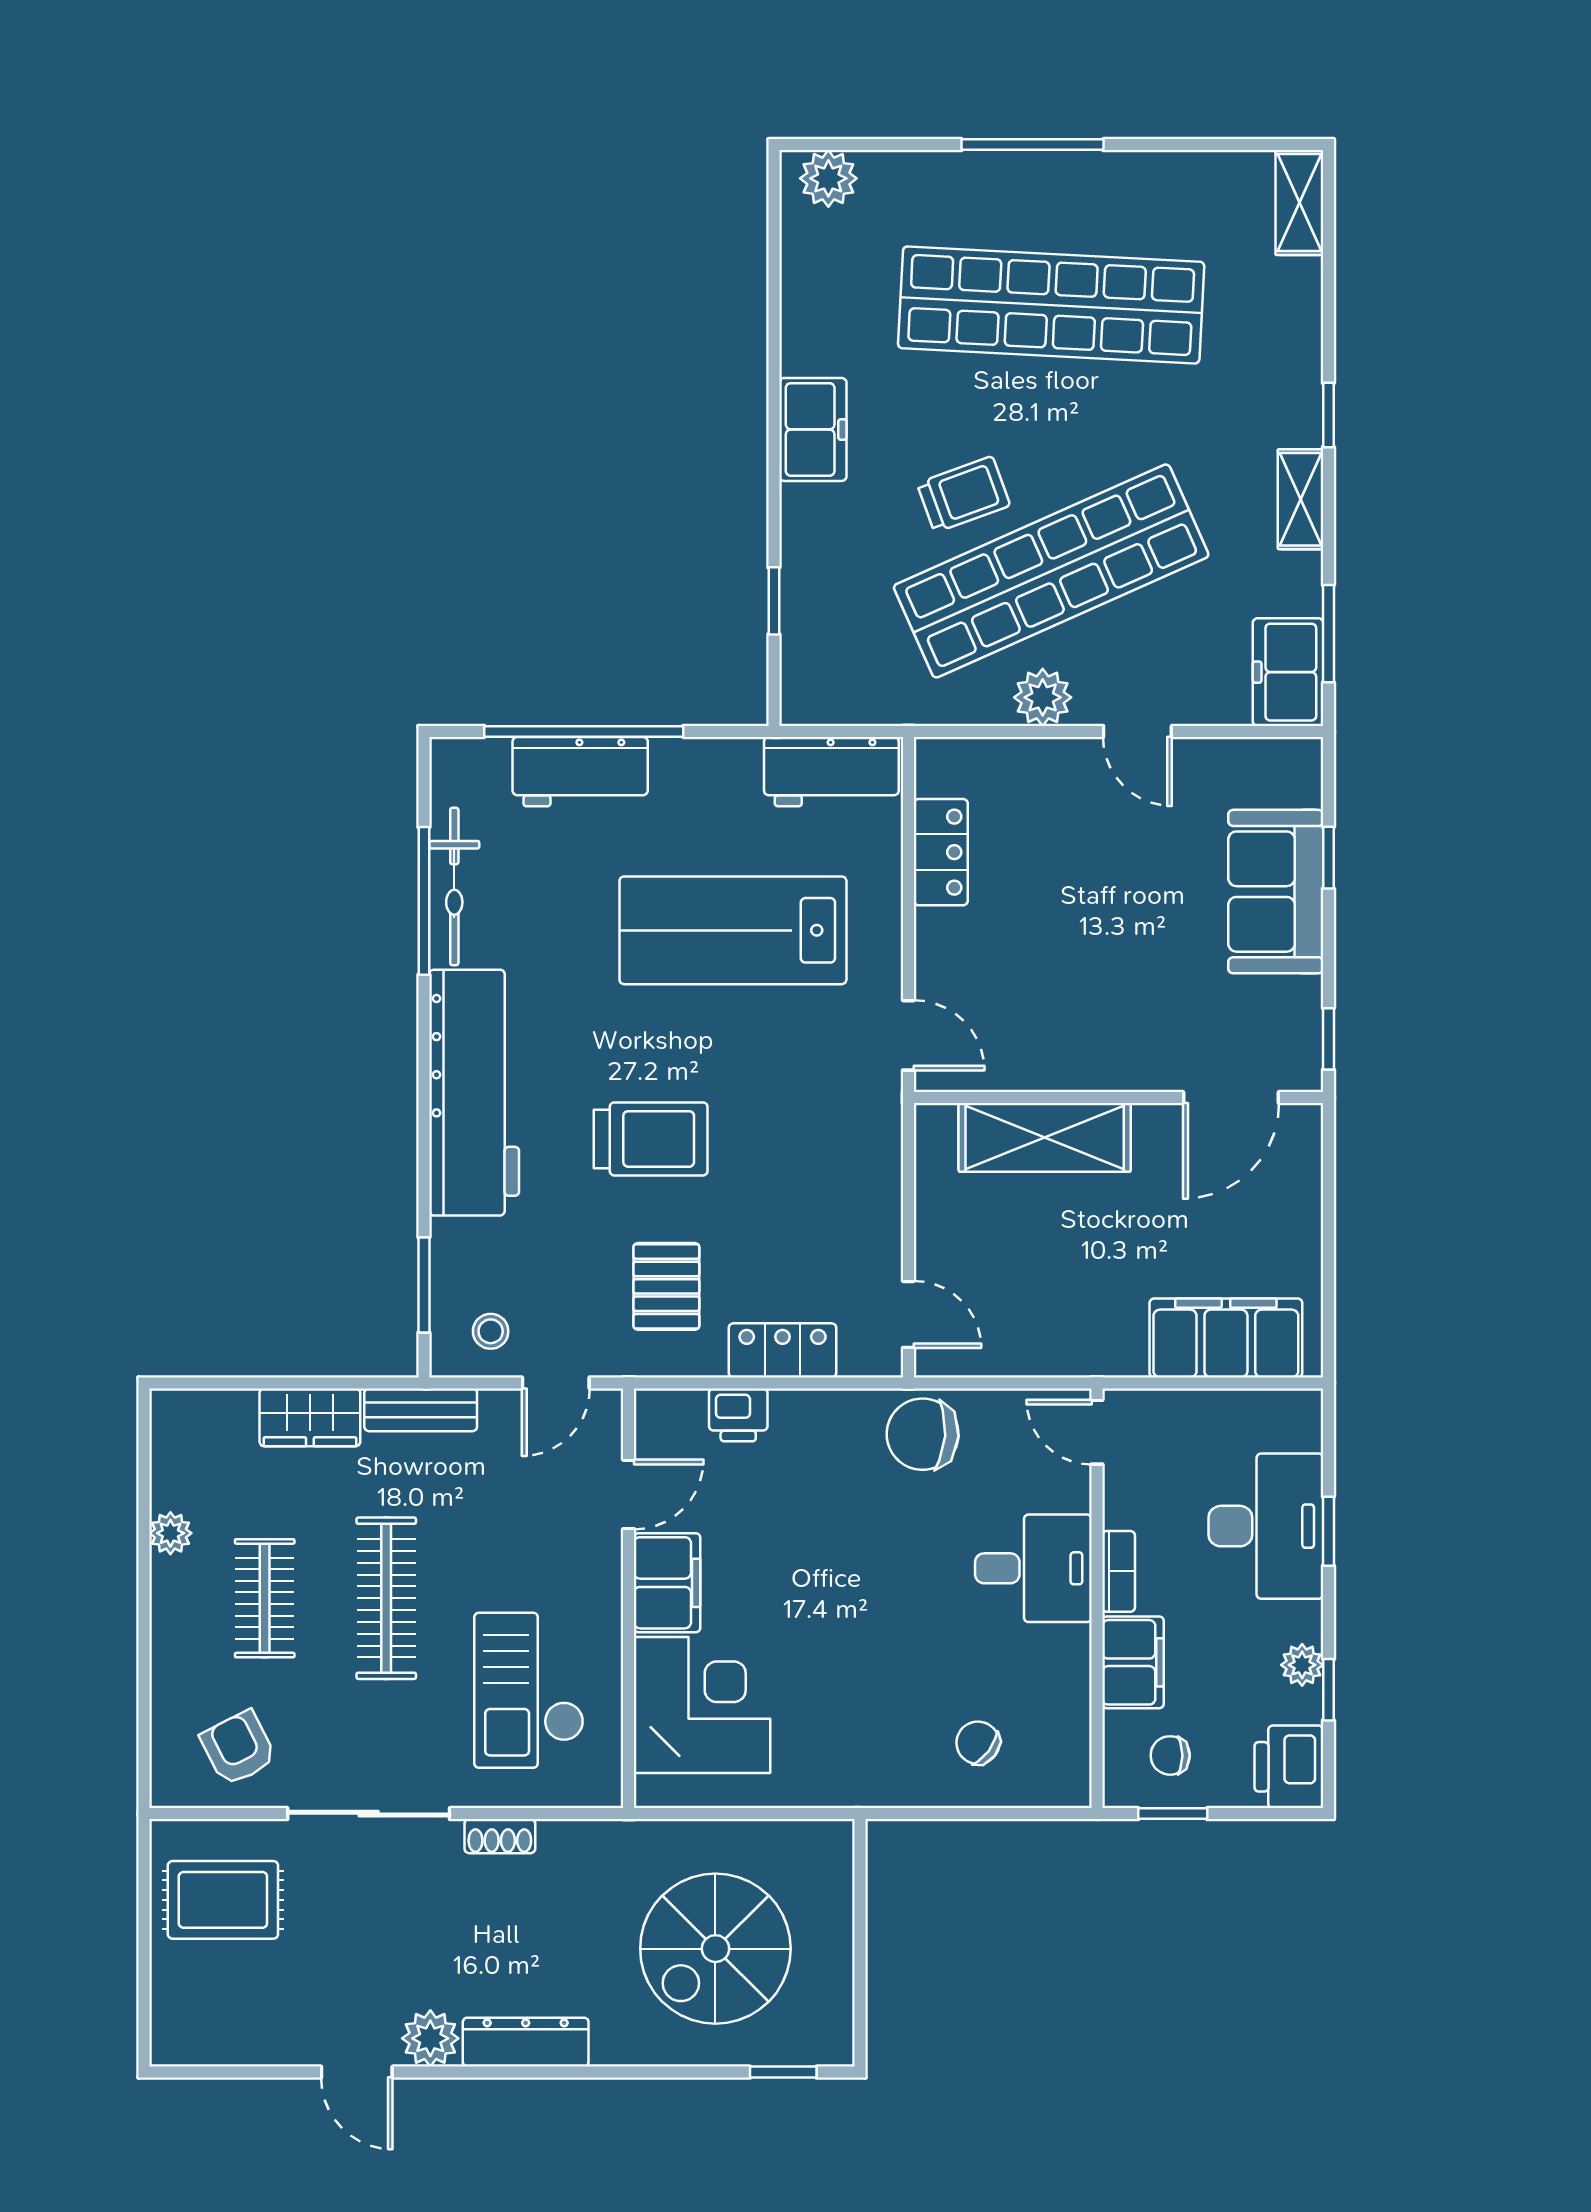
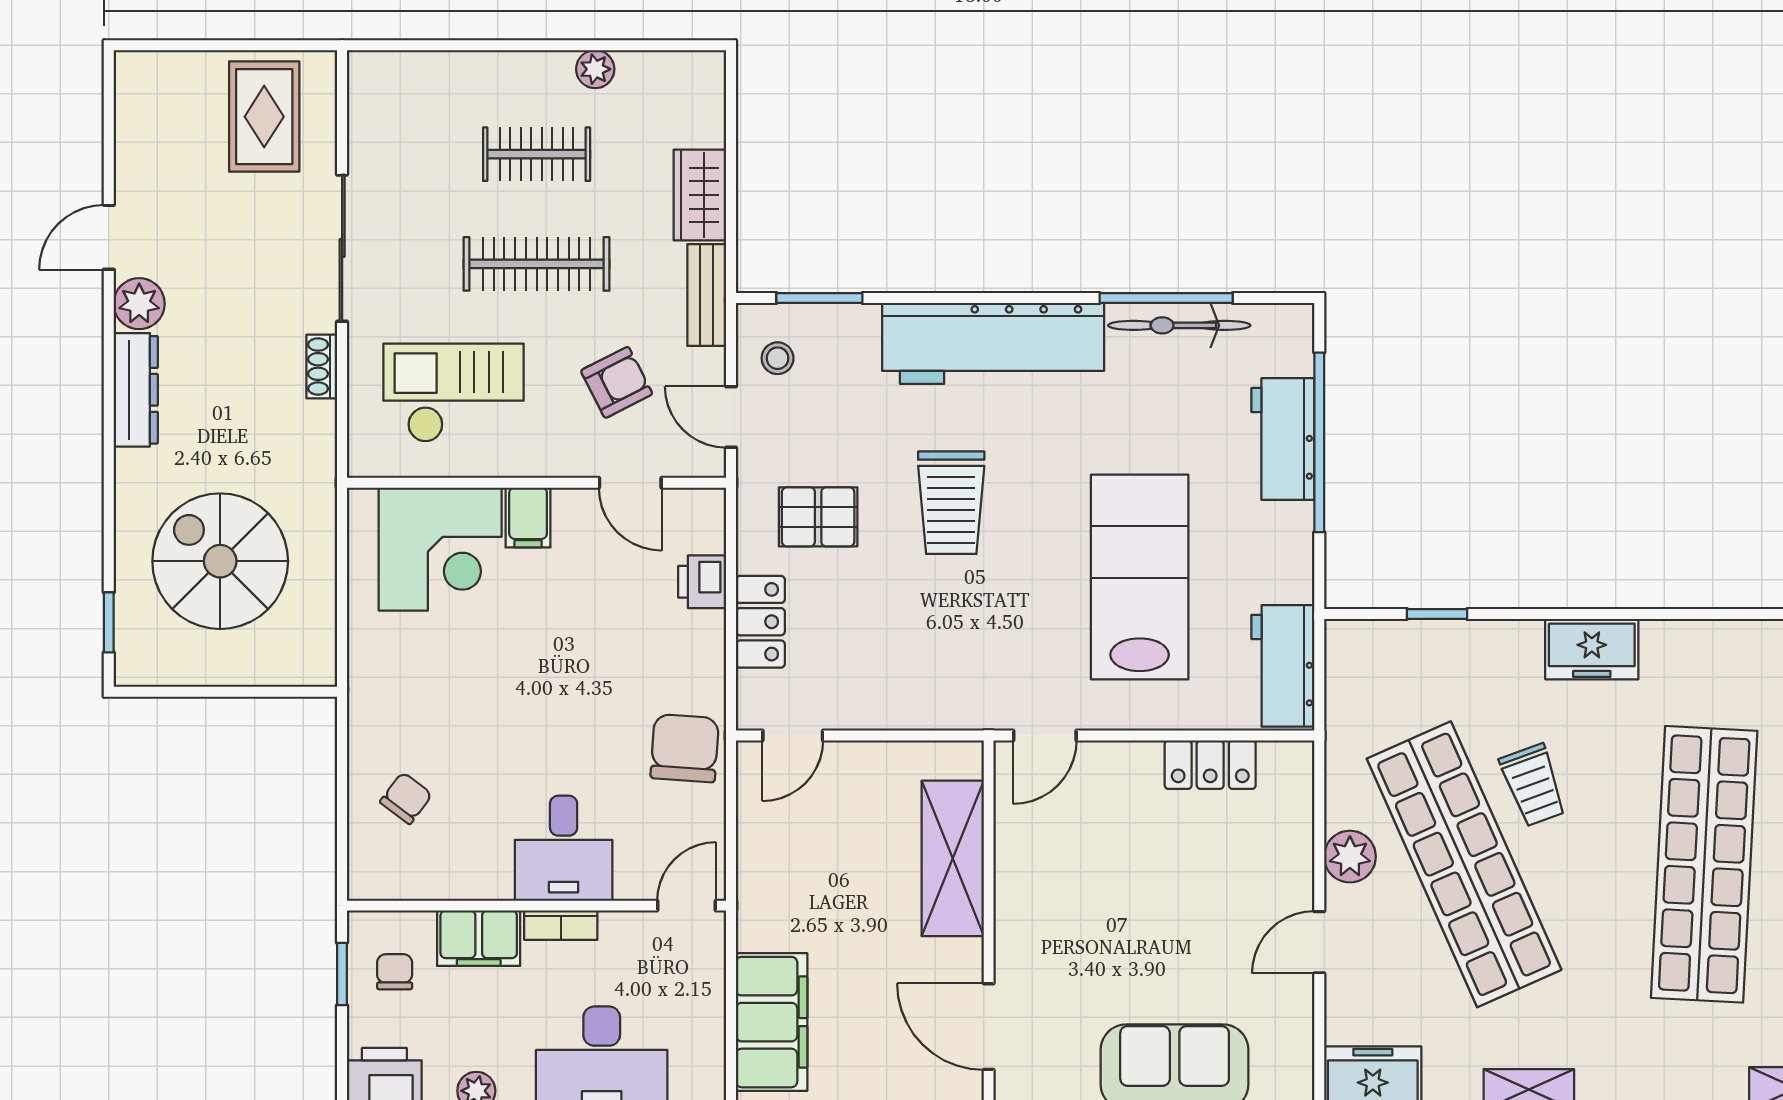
filing cabinet: (667, 1583) -> (528, 517), width x0.50
armchair: (238, 1748) -> (617, 382), moved

